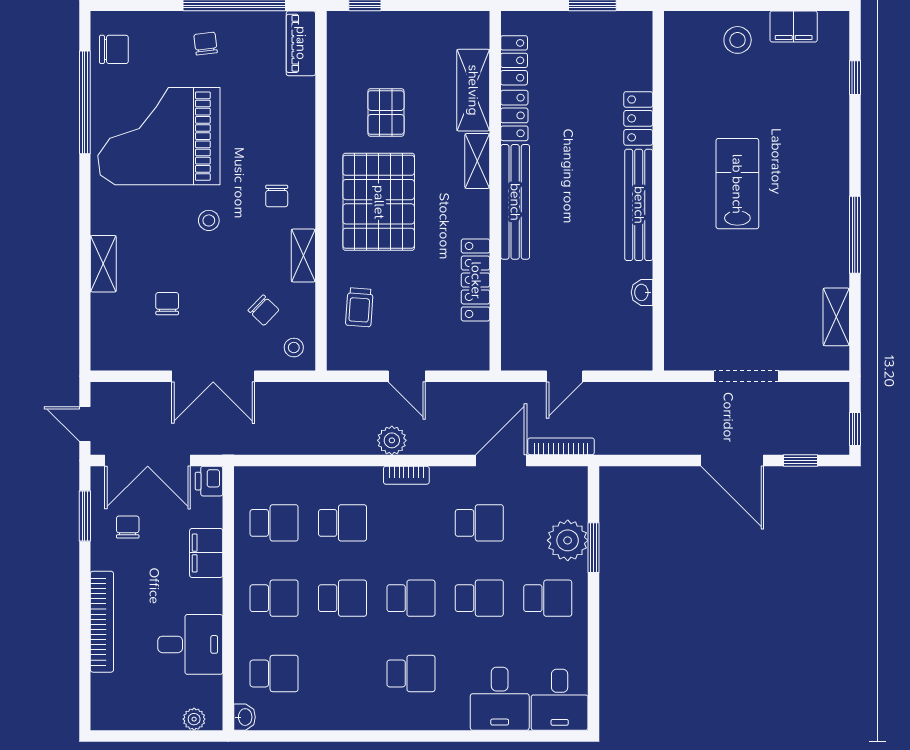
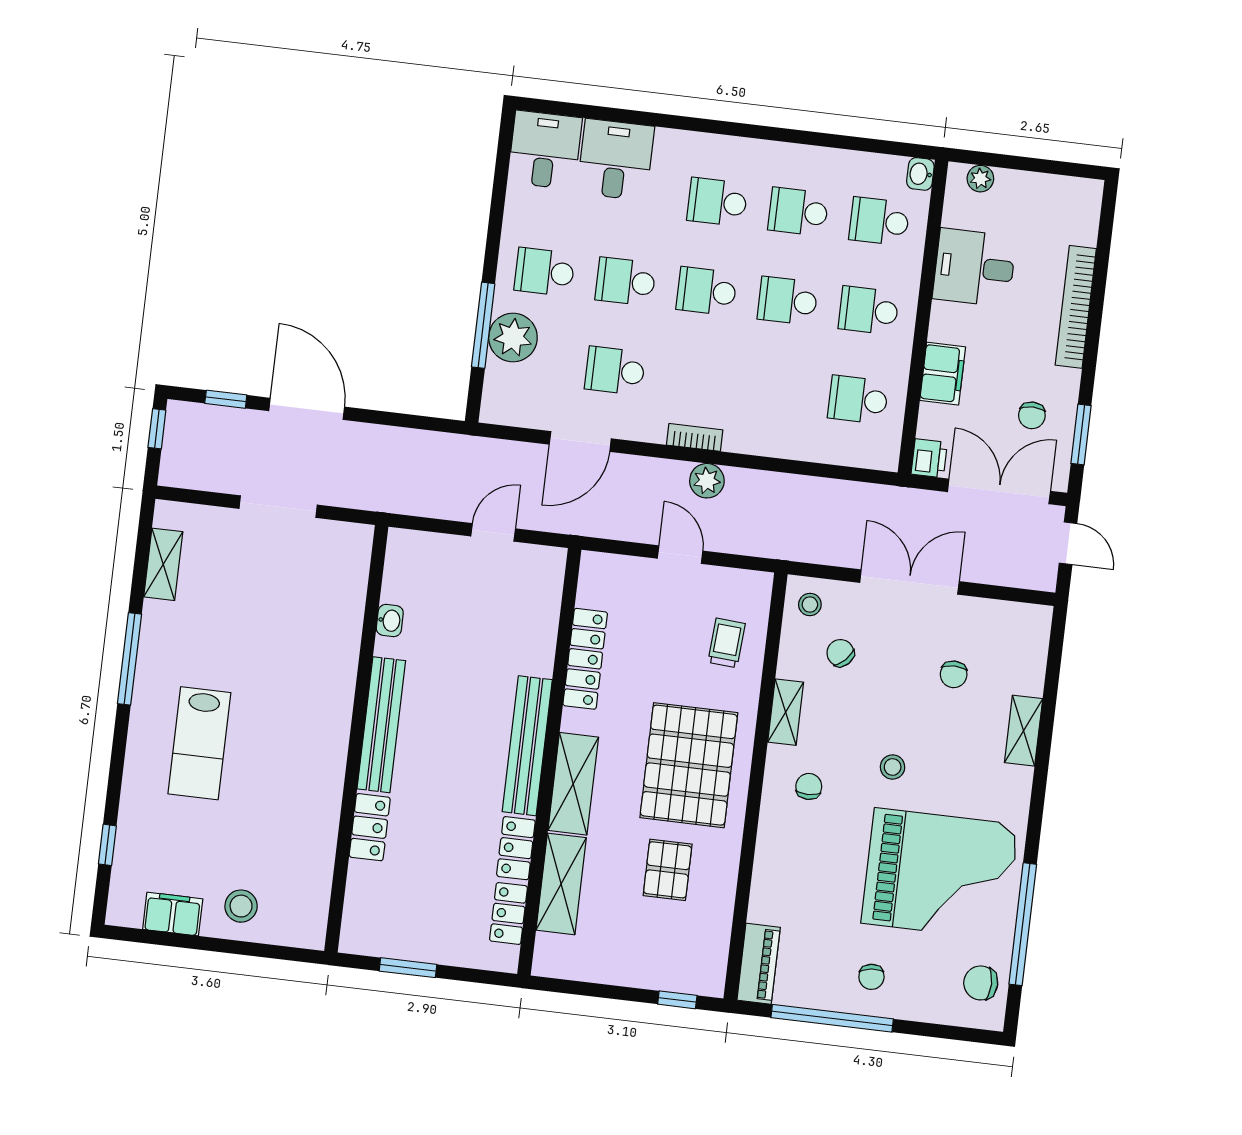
shelving: (477, 161) -> (573, 784), width x1.50, depth x1.33
lab bench: (737, 184) -> (199, 743), moved
bookcase: (561, 446) -> (507, 450), removed
school desk: (342, 523) -> (798, 212), moved
window: (594, 548) -> (483, 325), width x1.44

